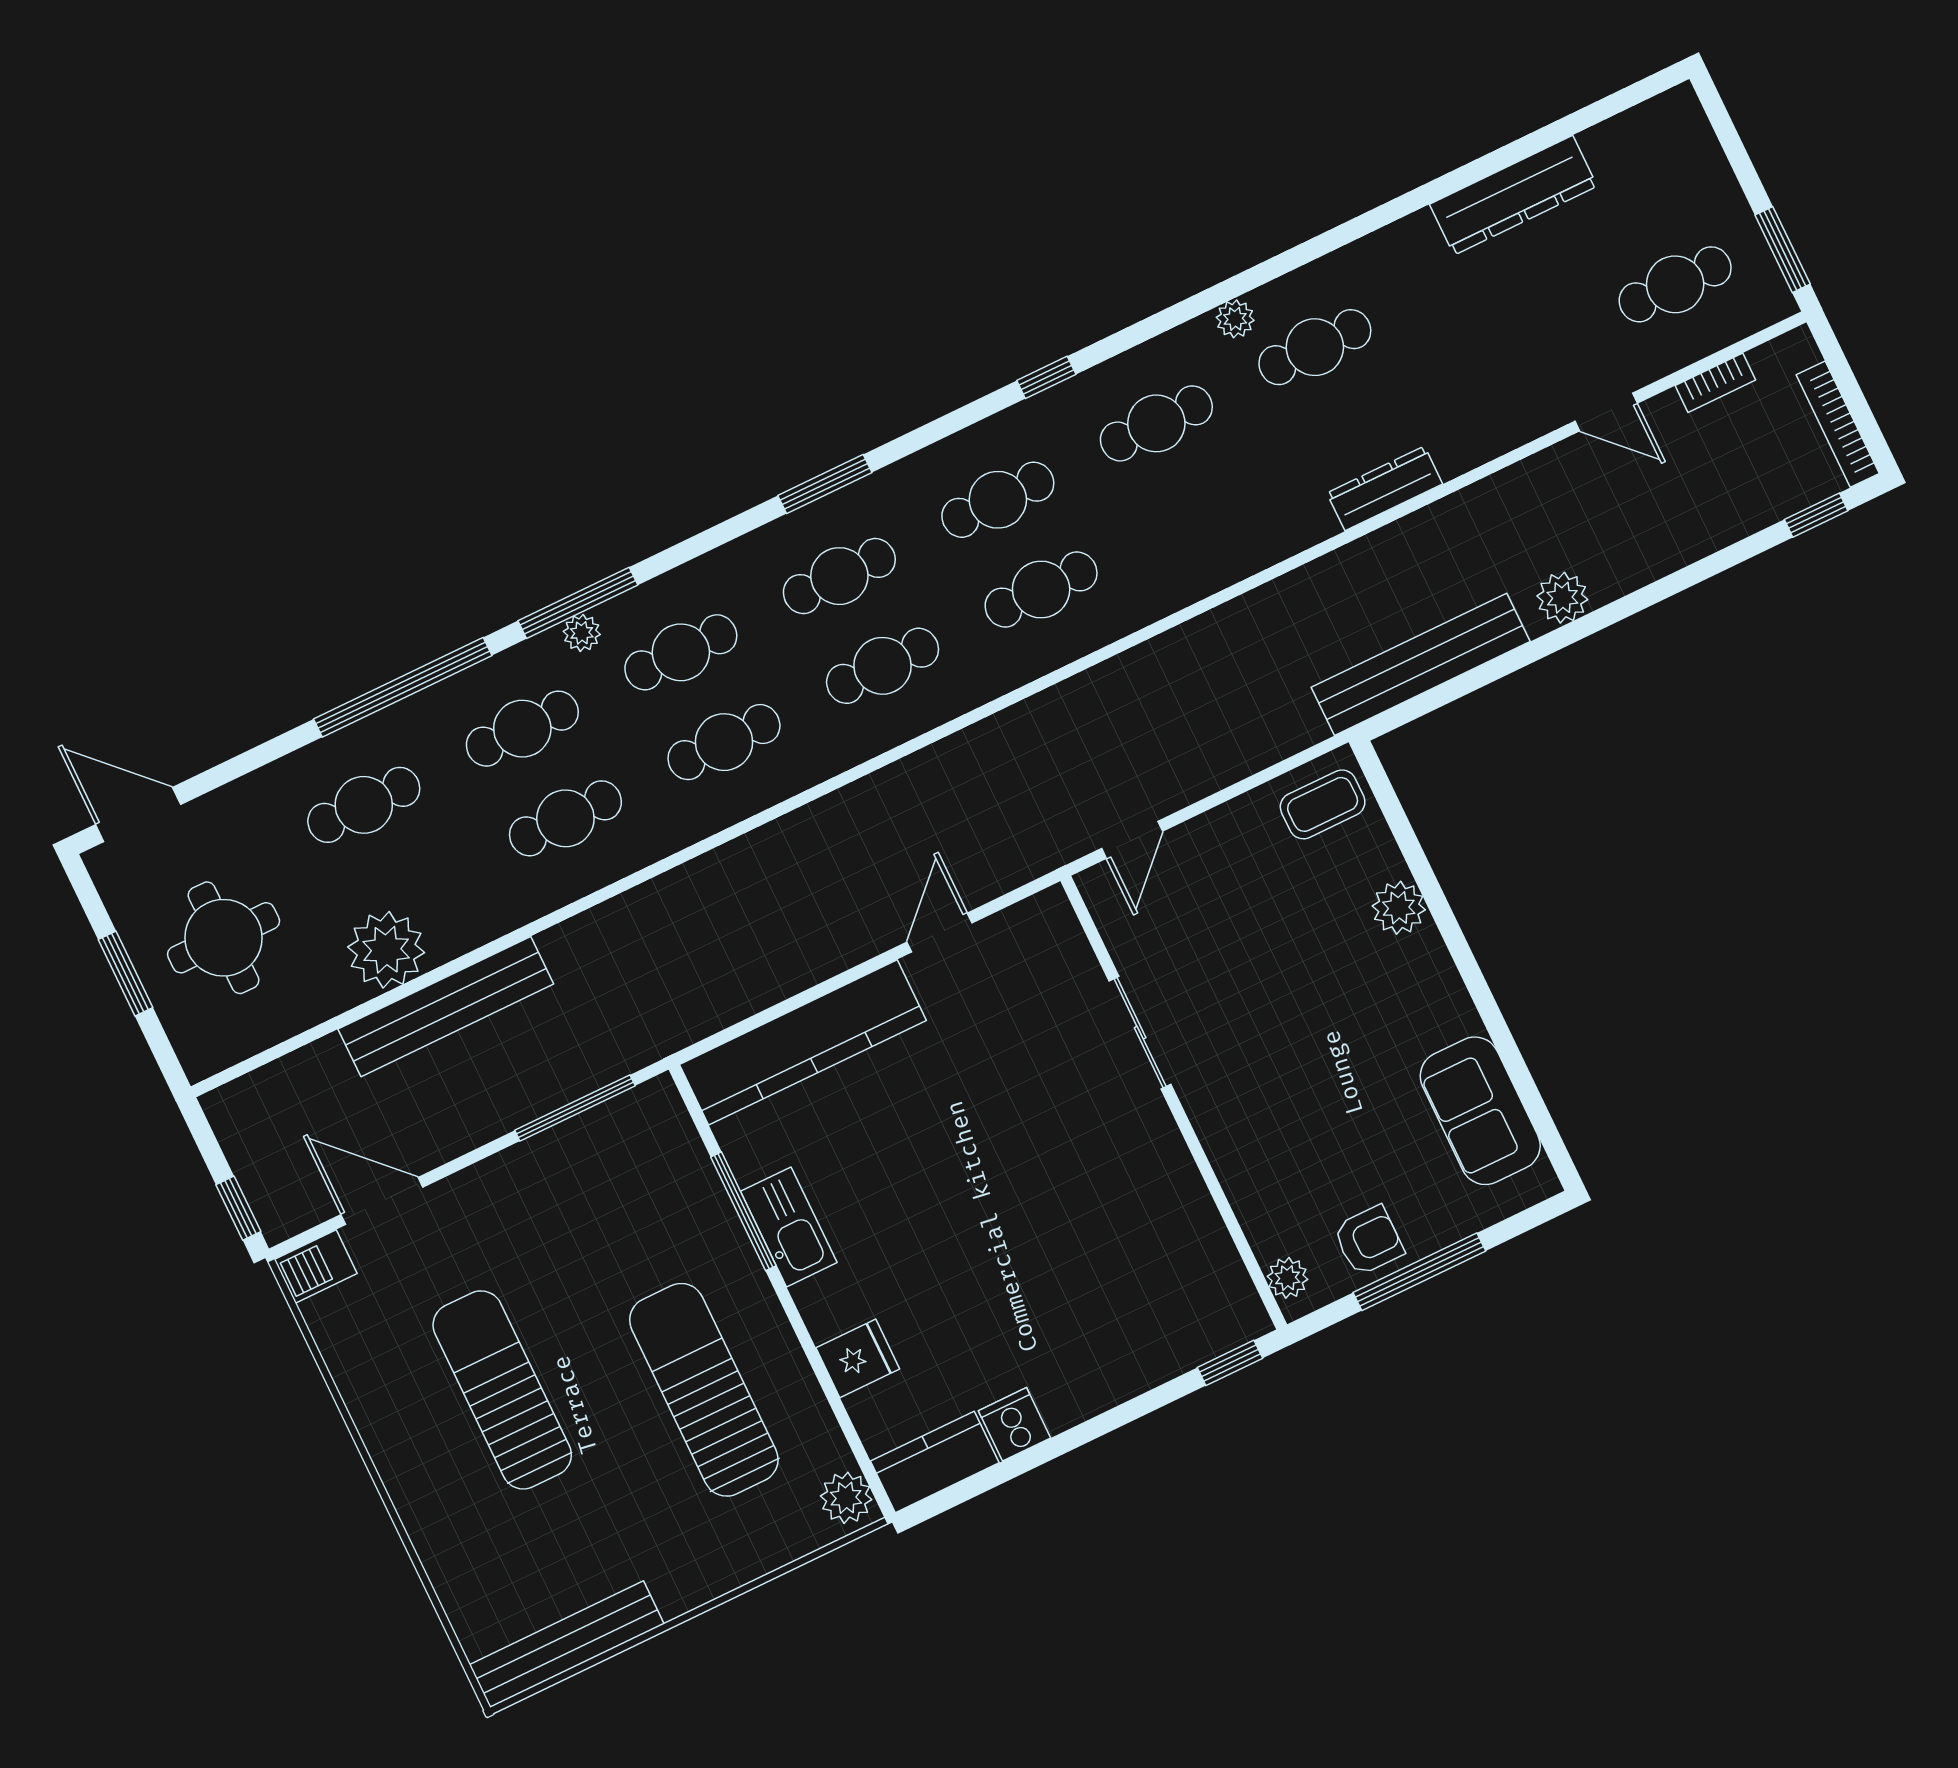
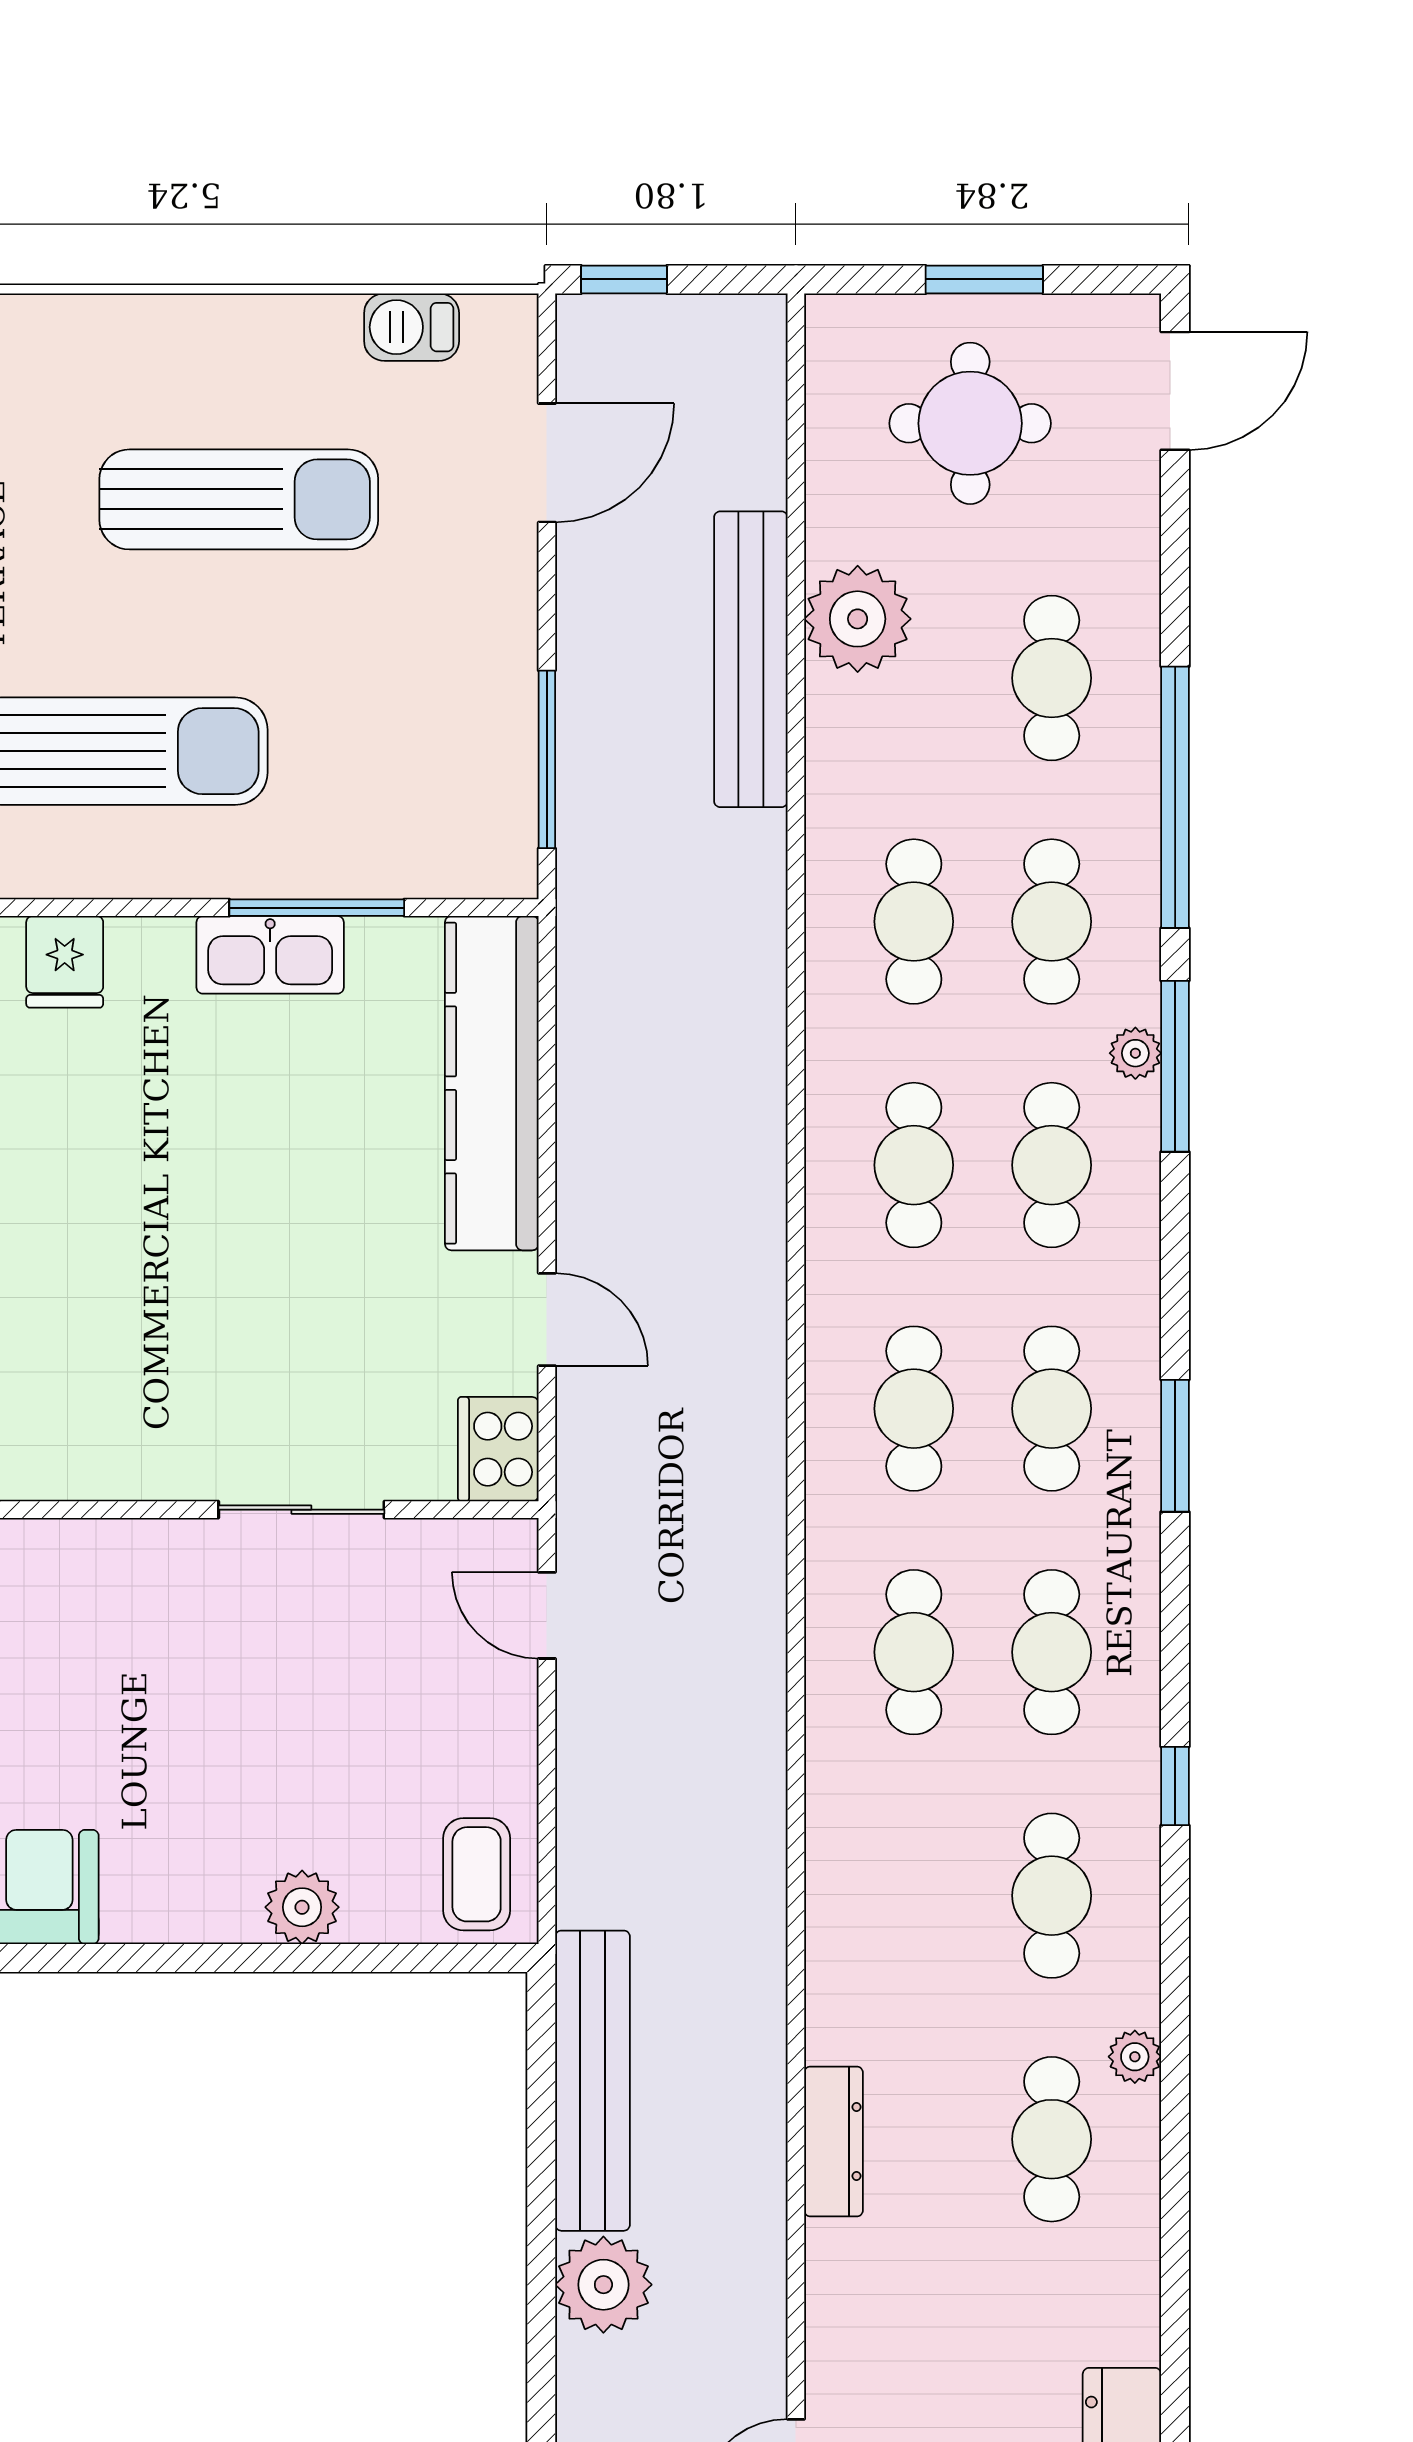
plant: (1562, 598) -> (603, 2285), width x1.36, depth x1.36
cooker: (1039, 924) -> (498, 1449), added
barbecue: (316, 1266) -> (412, 327), moved, turned -90

